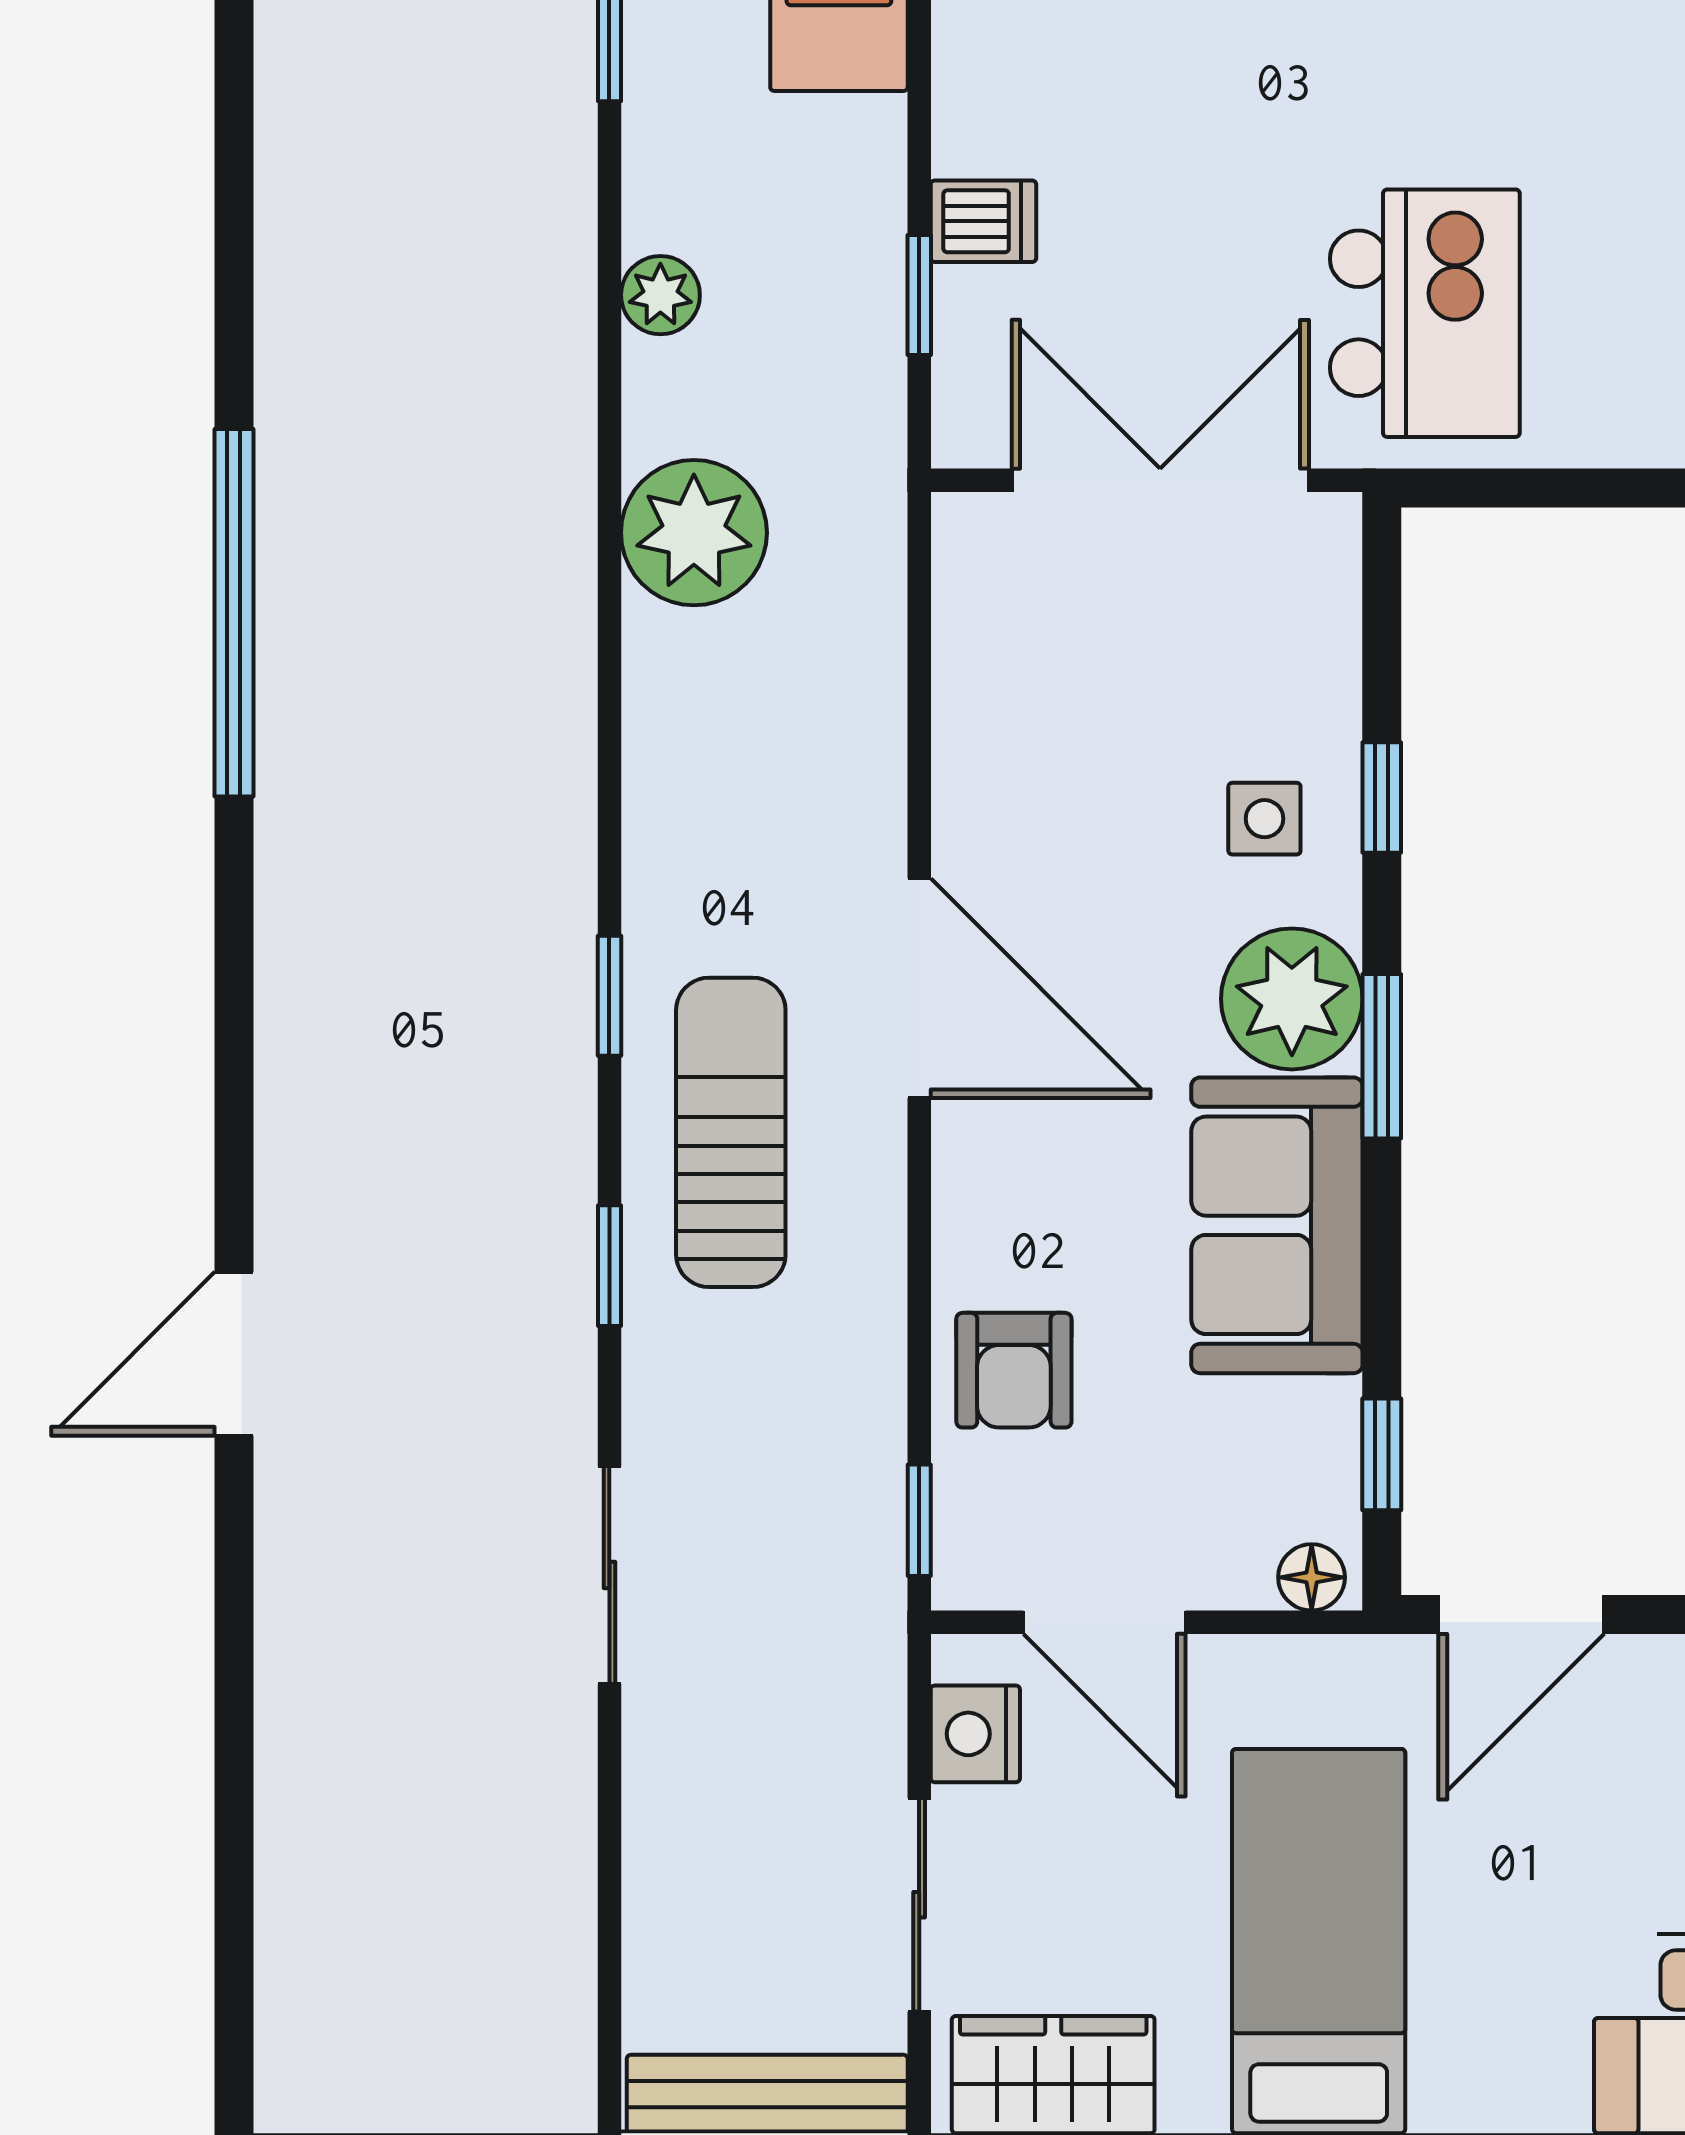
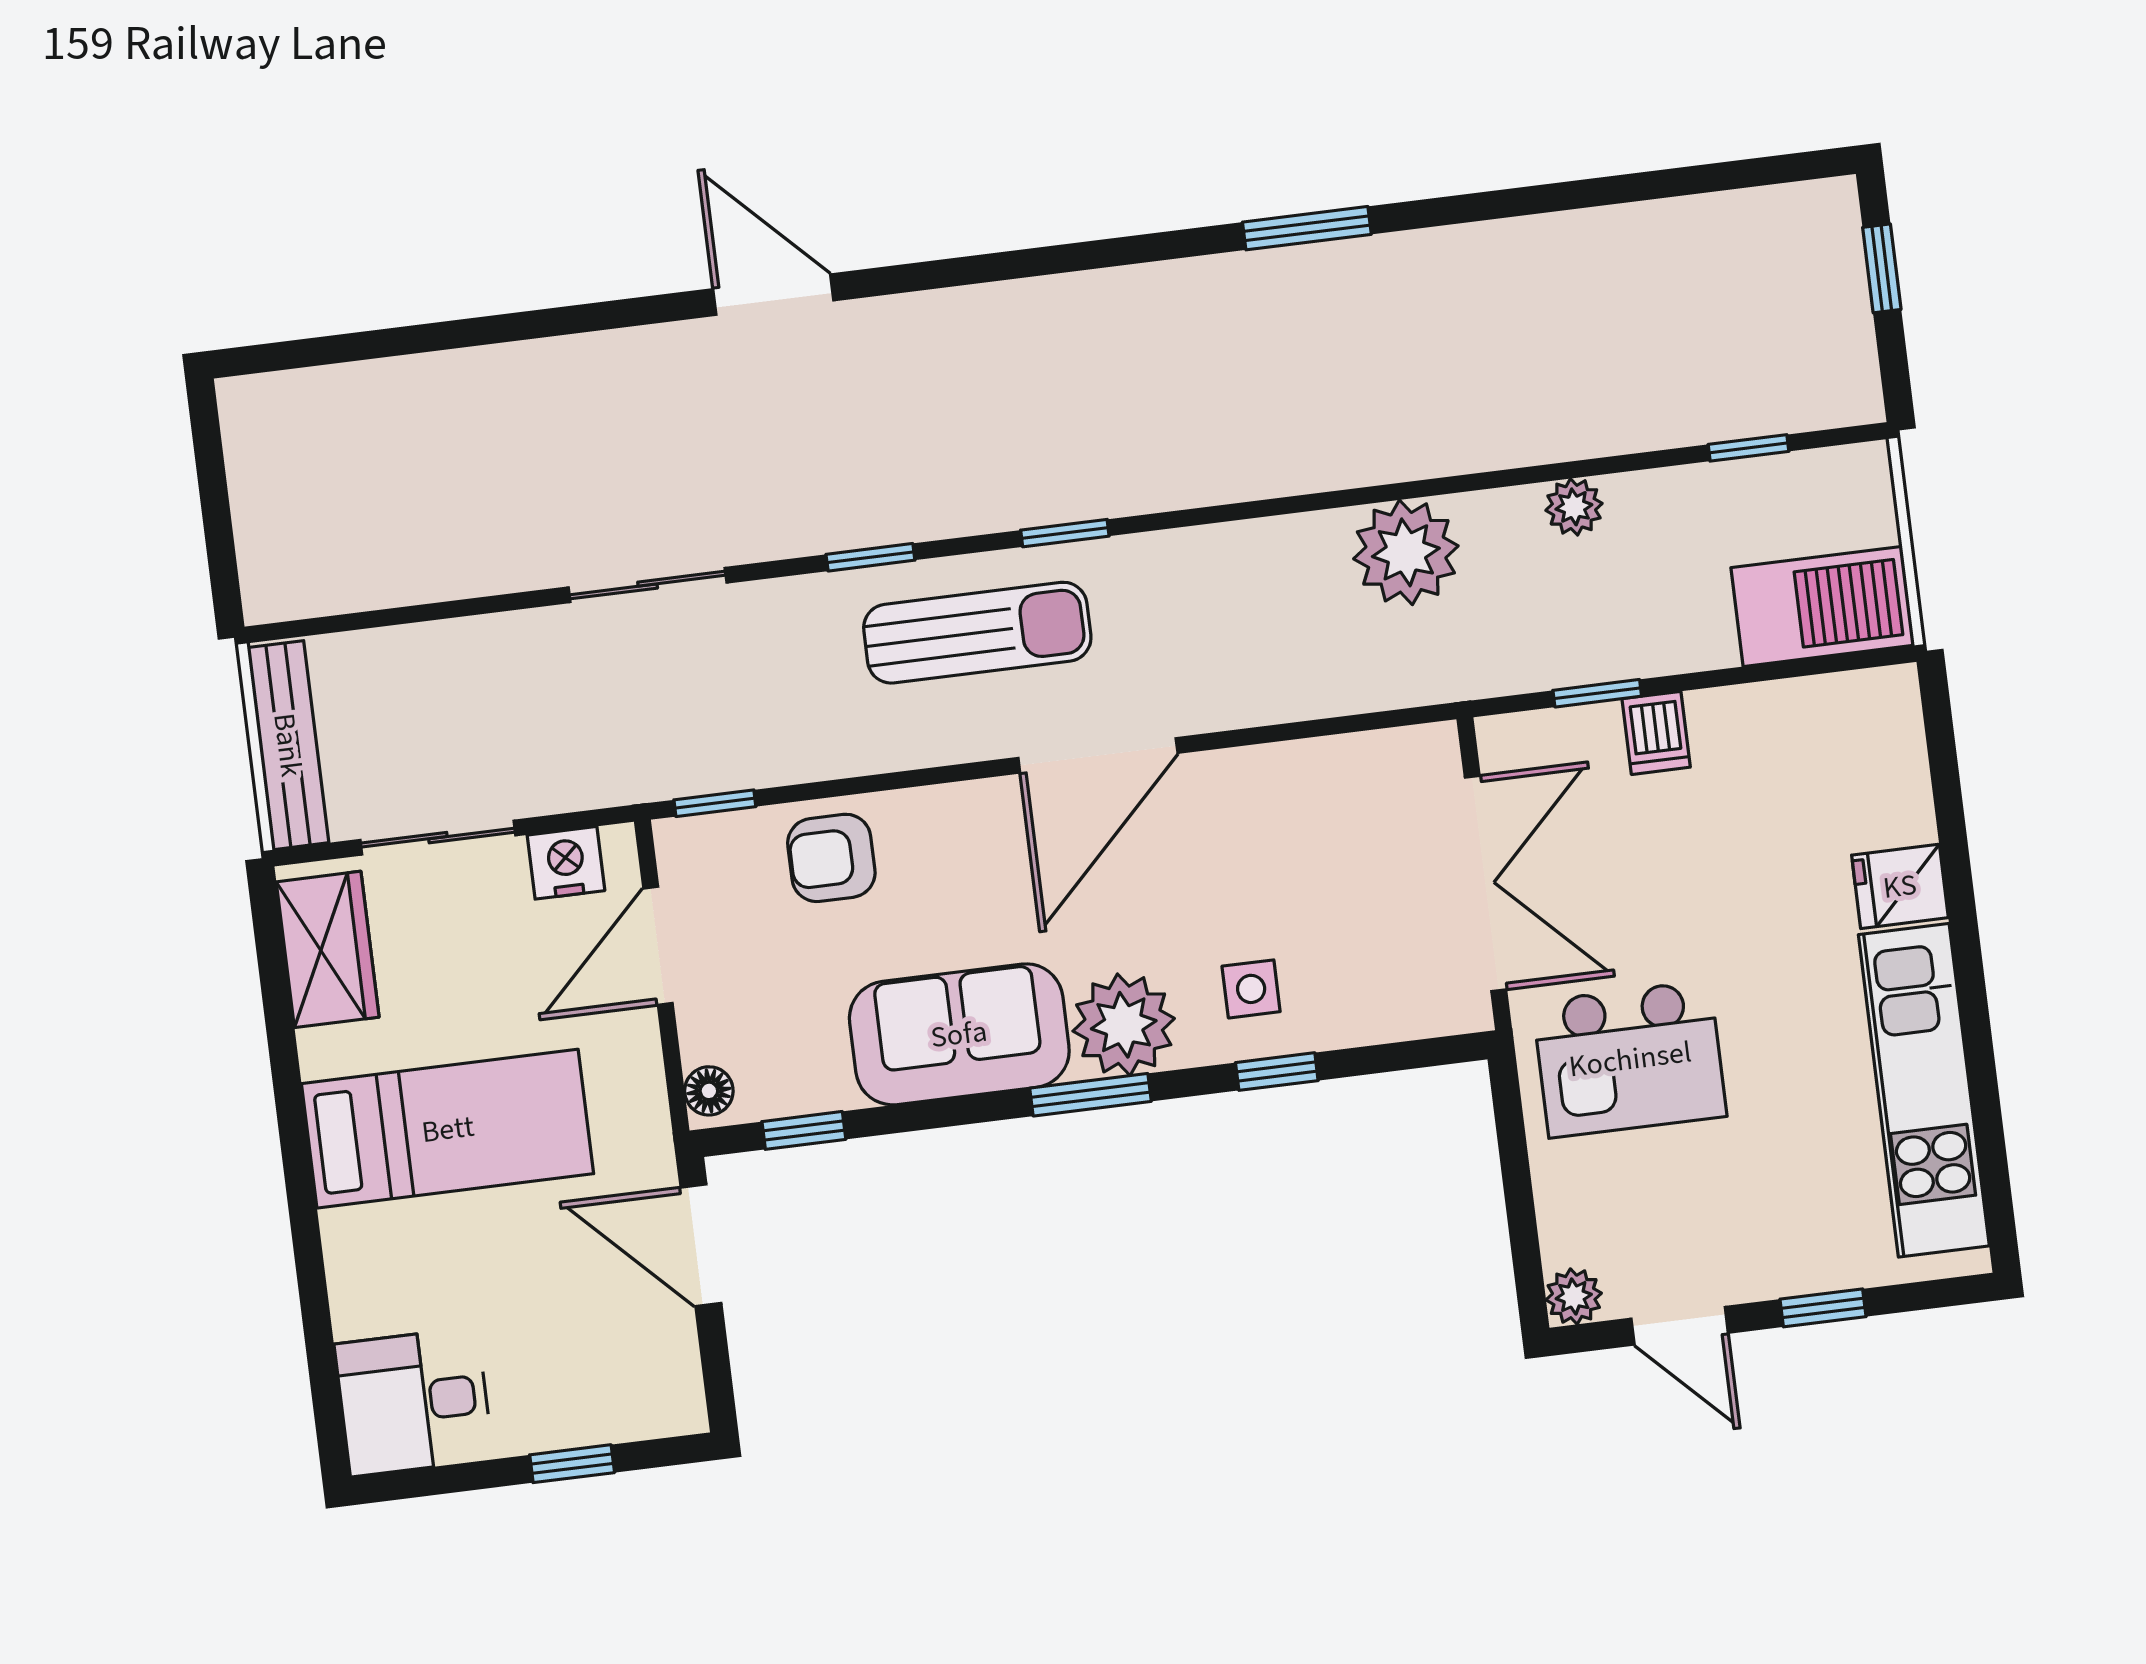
window: (234, 613) -> (1307, 228), width x0.47

